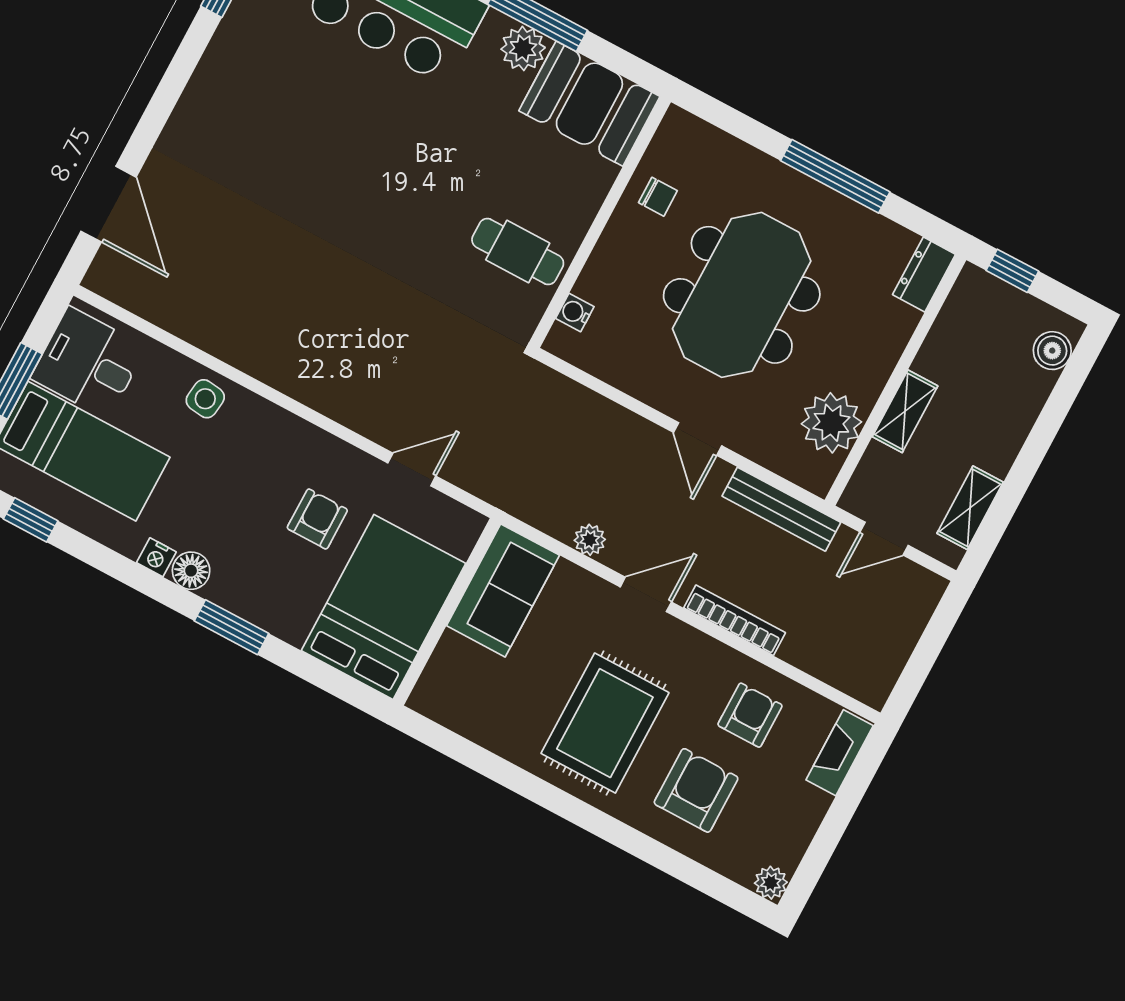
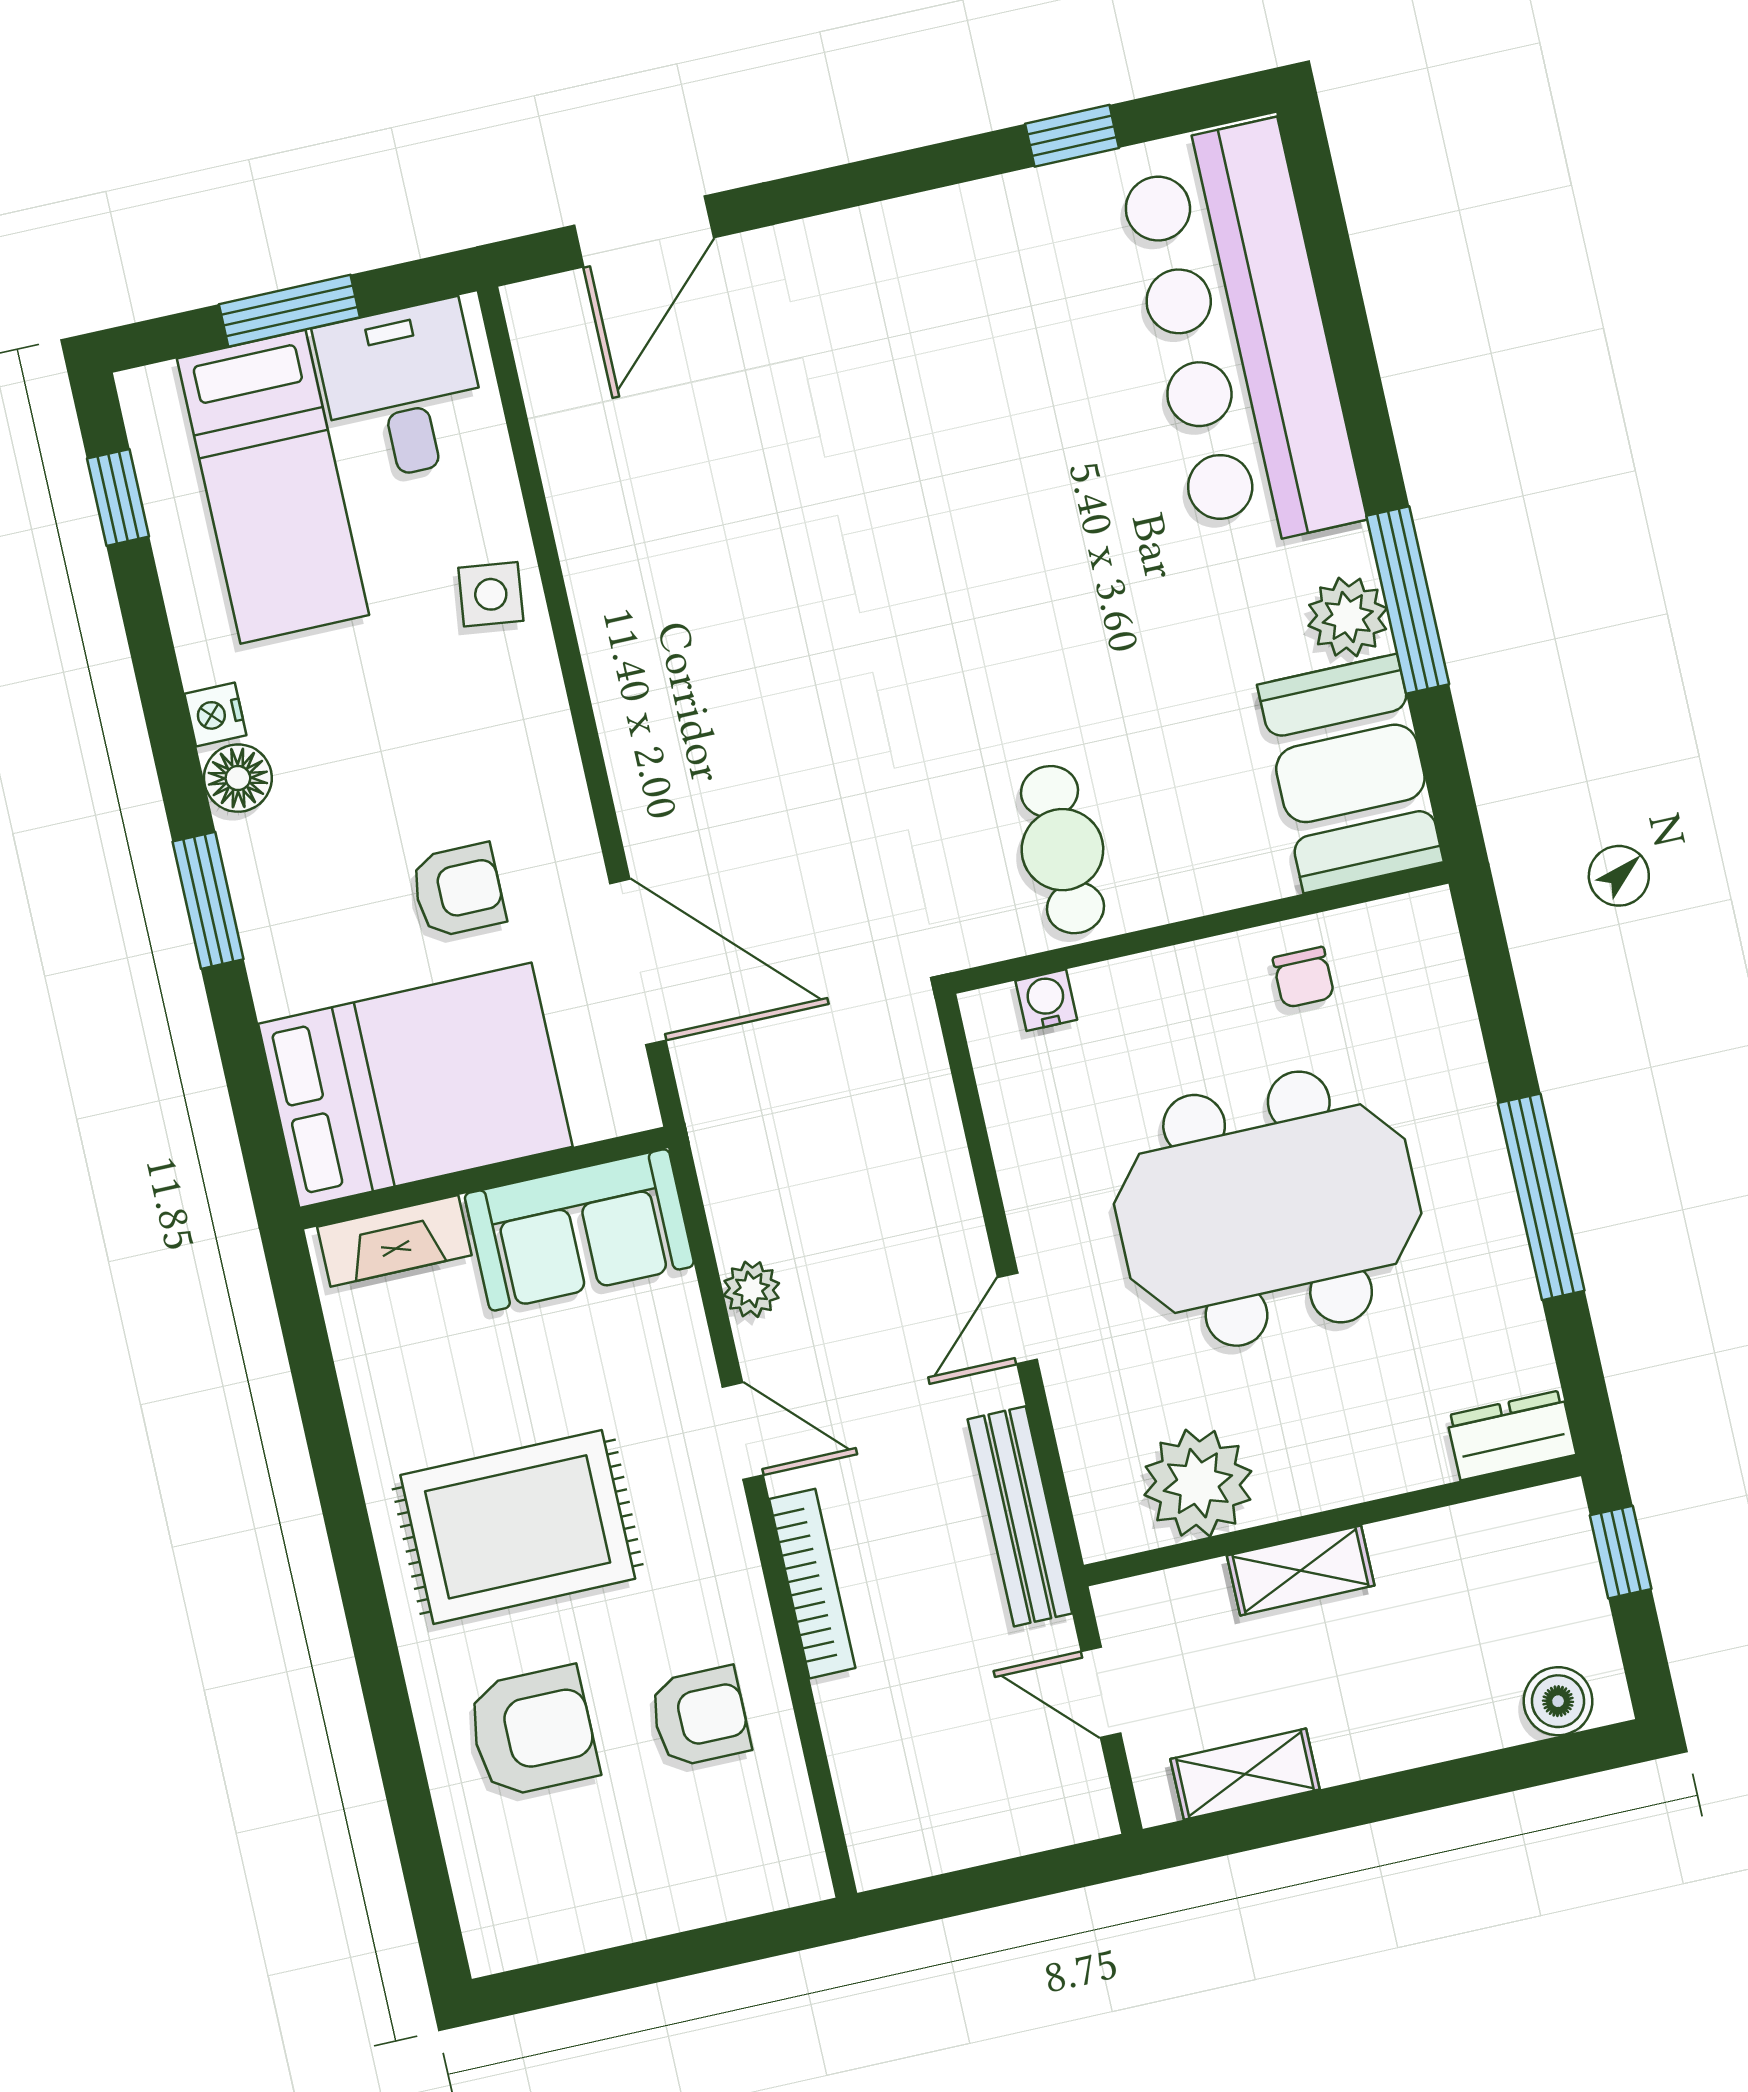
door: (412, 469) -> (638, 962), width x1.87
fireplace: (840, 753) -> (394, 1241), moved, turned 180
plant: (771, 883) -> (494, 1943), removed

